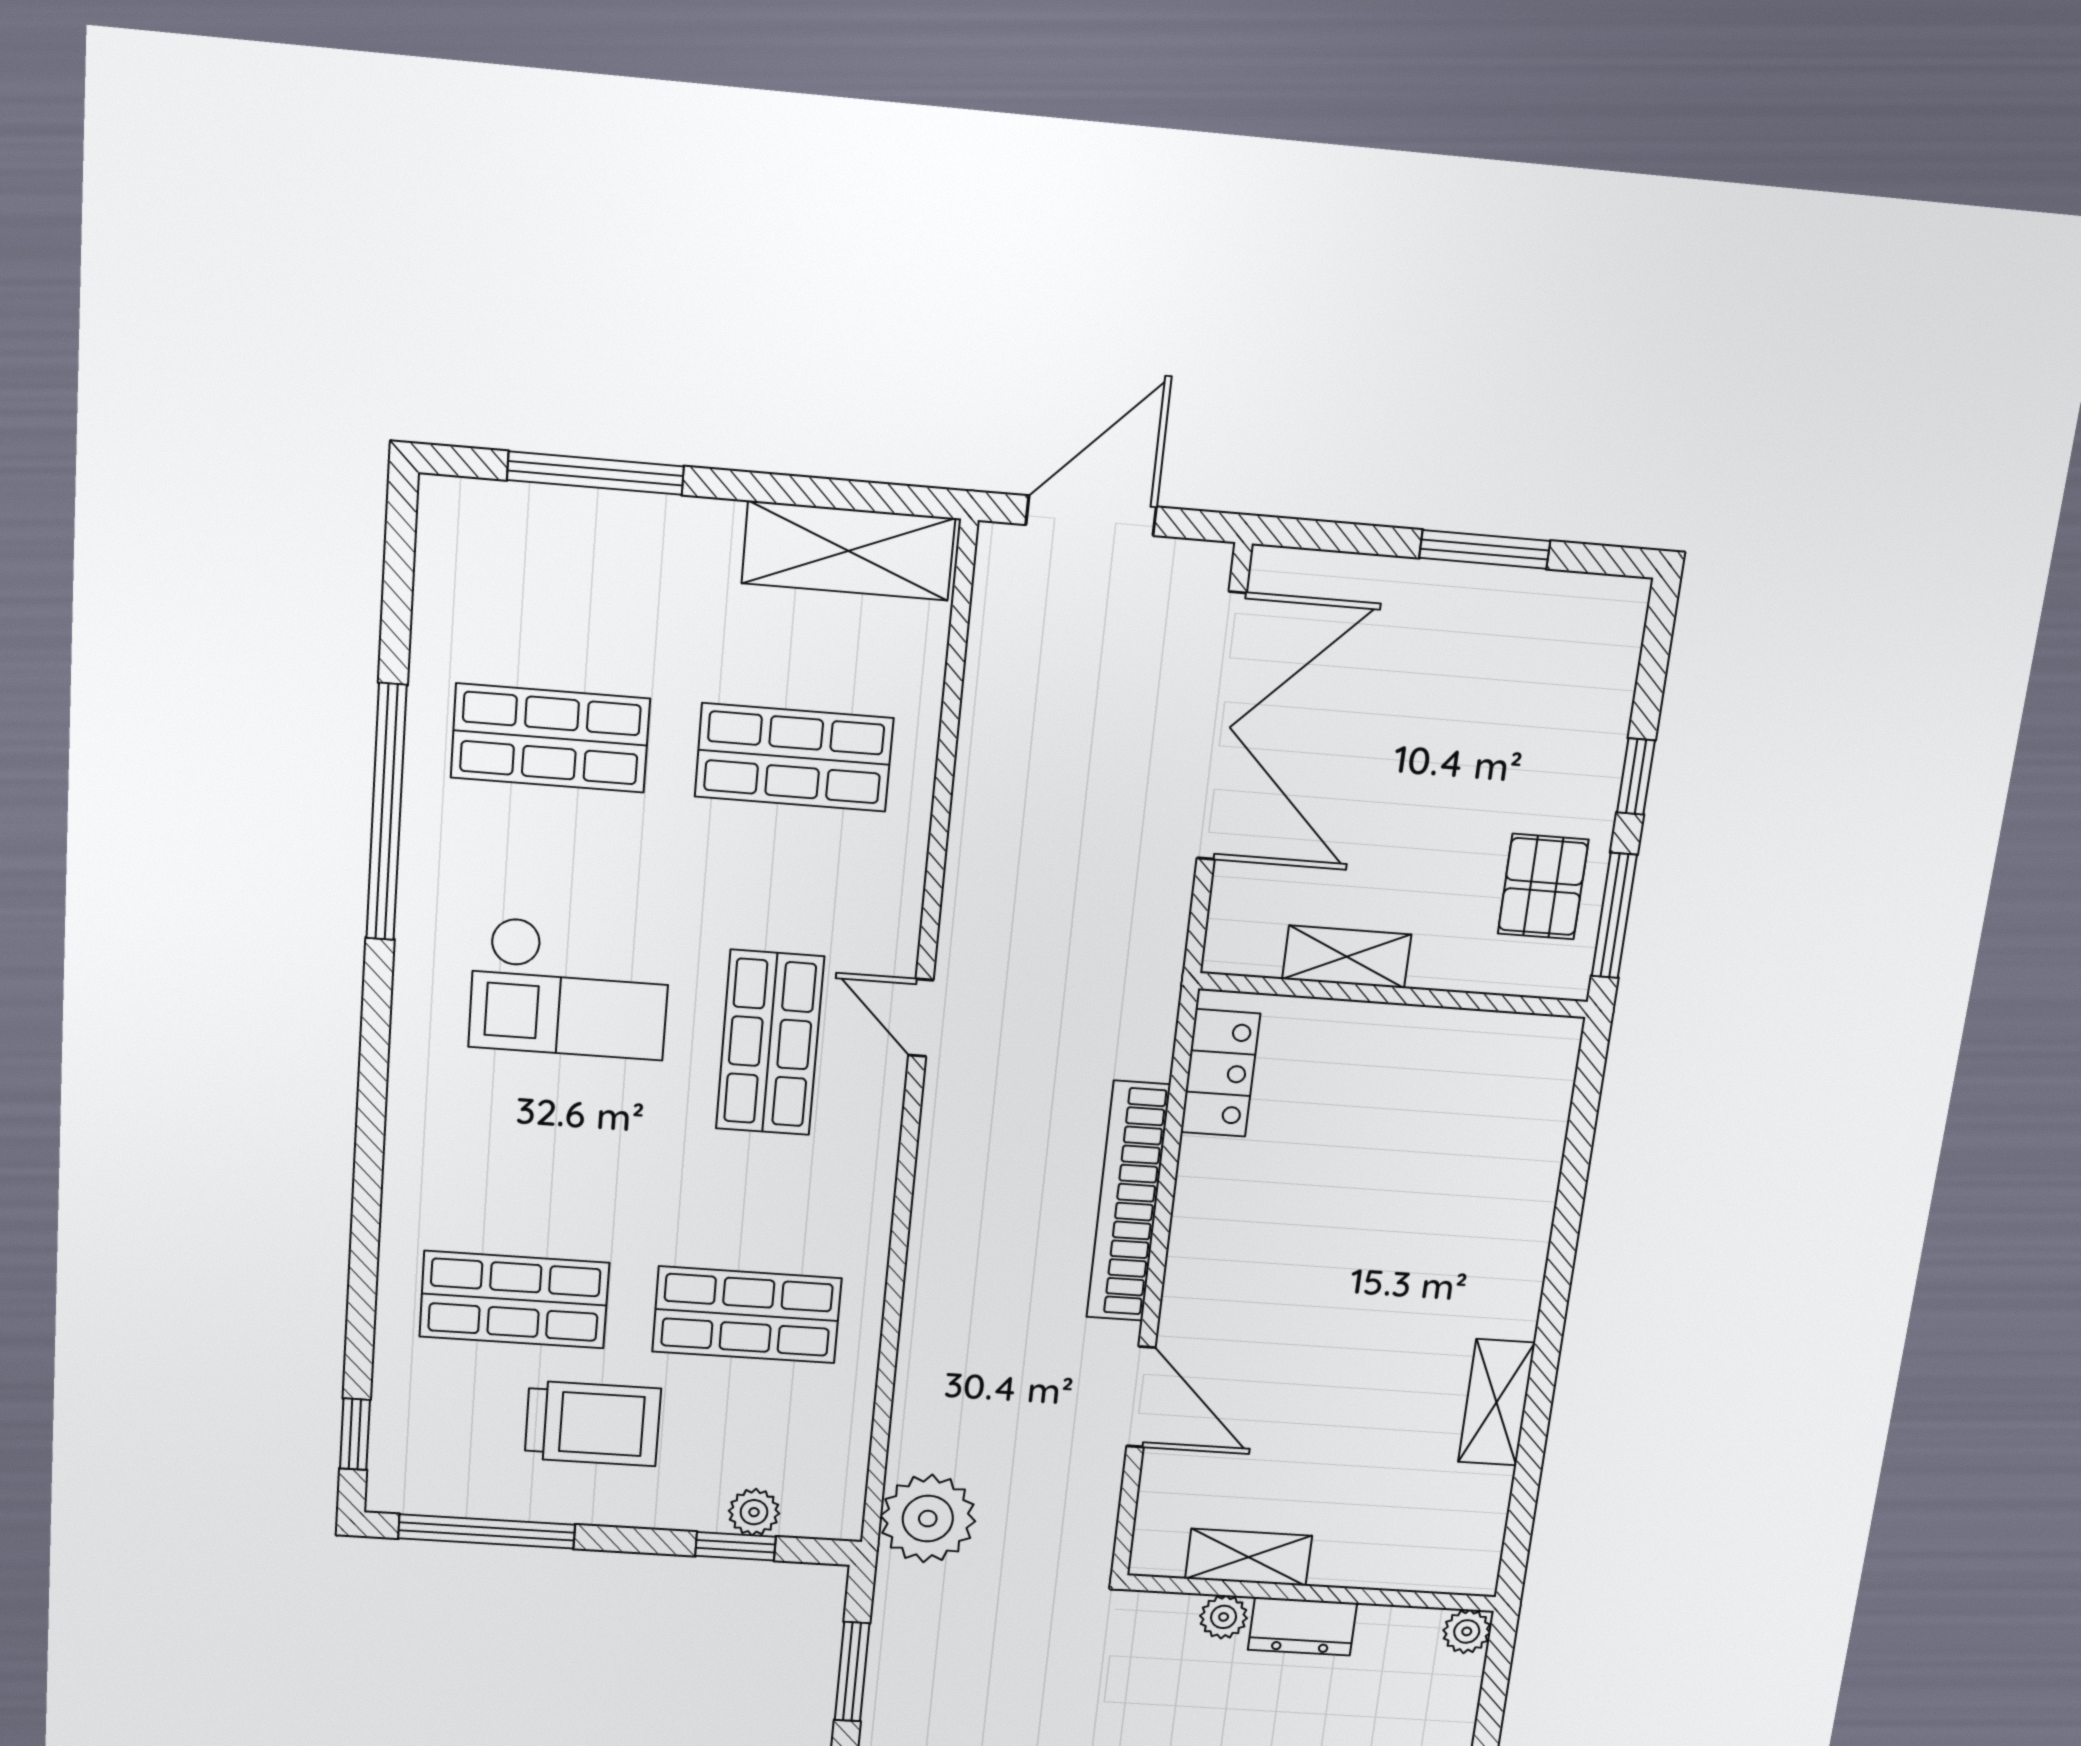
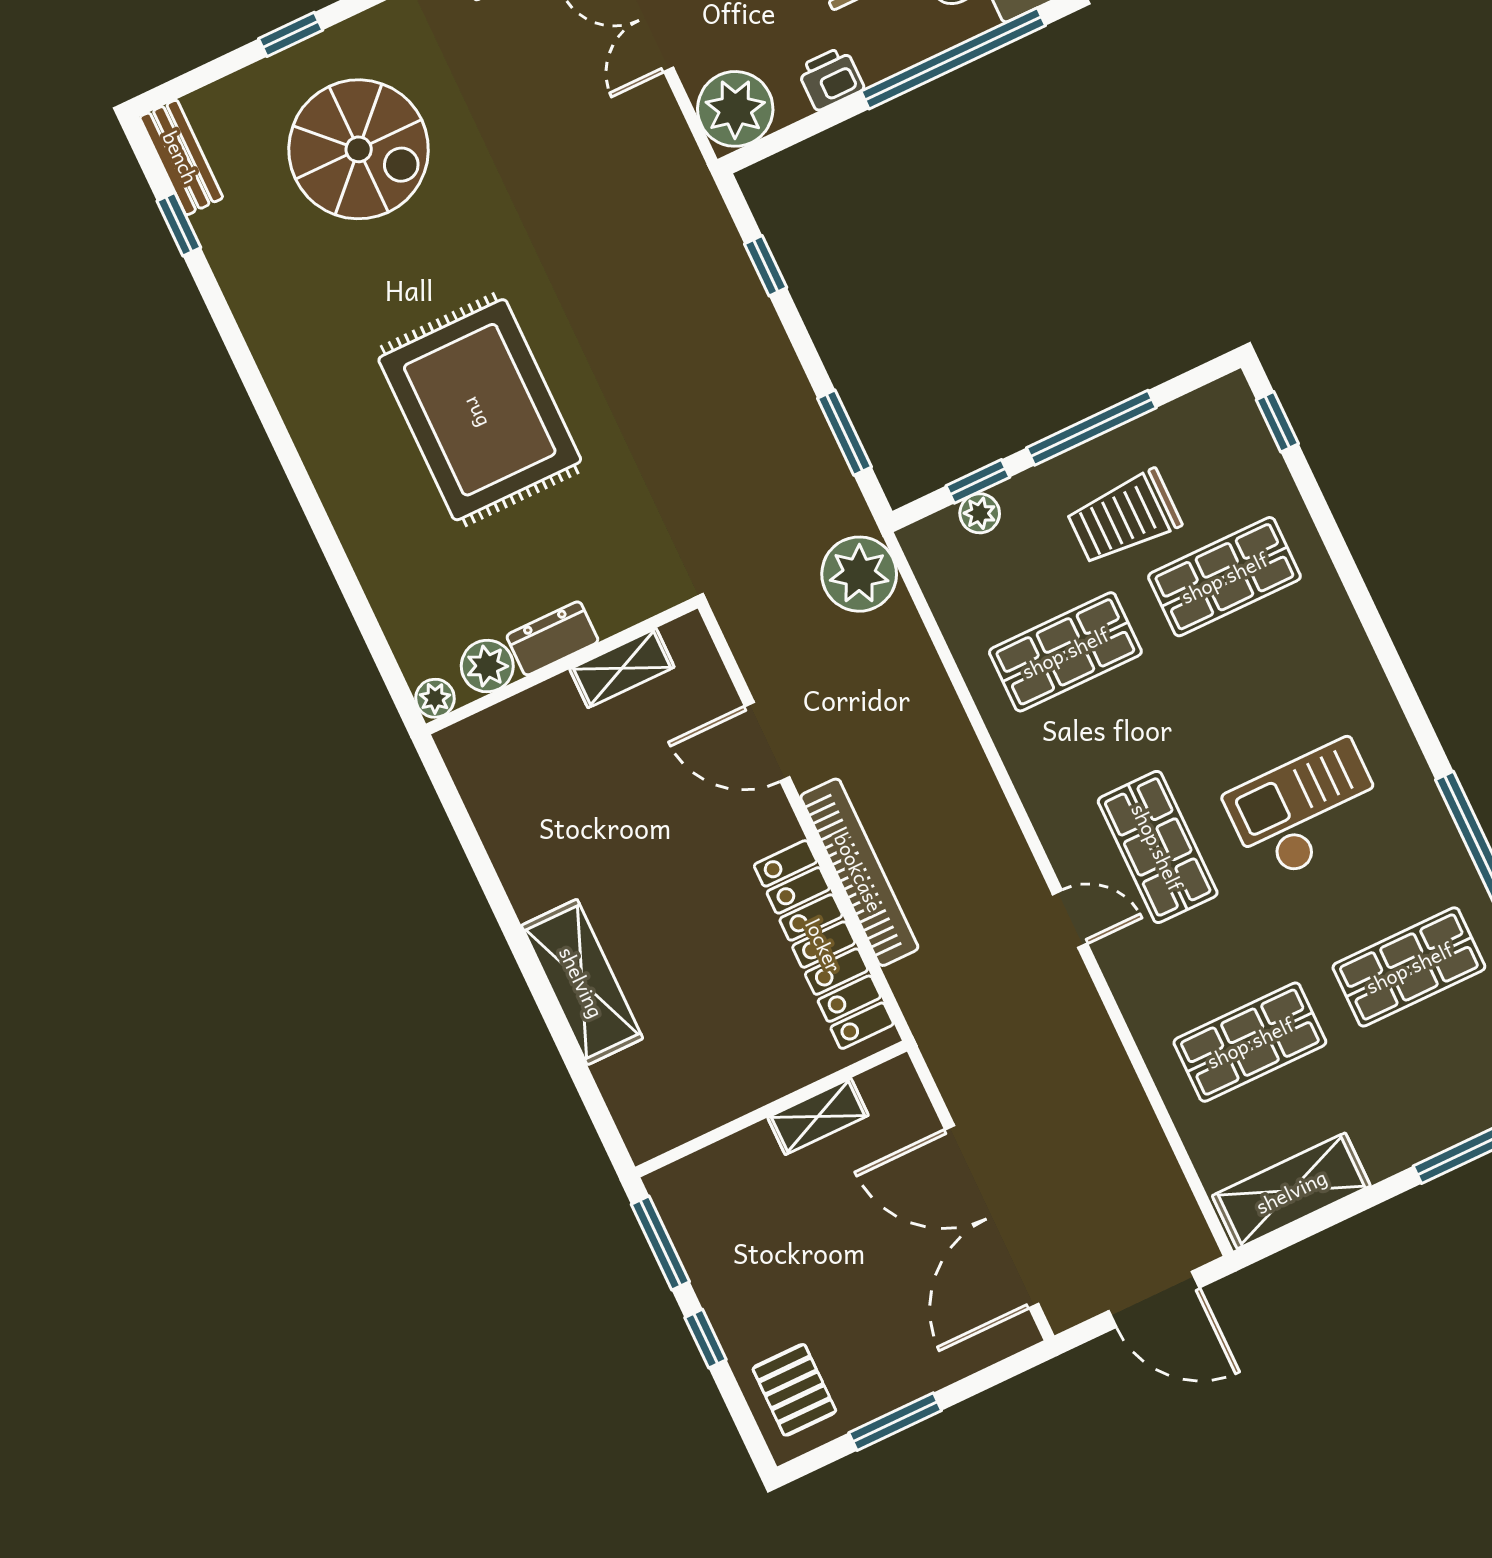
door: (1091, 516) -> (1154, 1299), hinge flipped
pallet: (1543, 887) -> (794, 1390), moved
locker: (1220, 1073) -> (824, 945), width x2.16, depth x1.21
shelving: (1496, 1402) -> (582, 982), moved, width x1.50, depth x1.33
window: (487, 1532) -> (1091, 428), moved
plant: (1224, 1617) -> (487, 666), moved, width x1.38, depth x1.38

